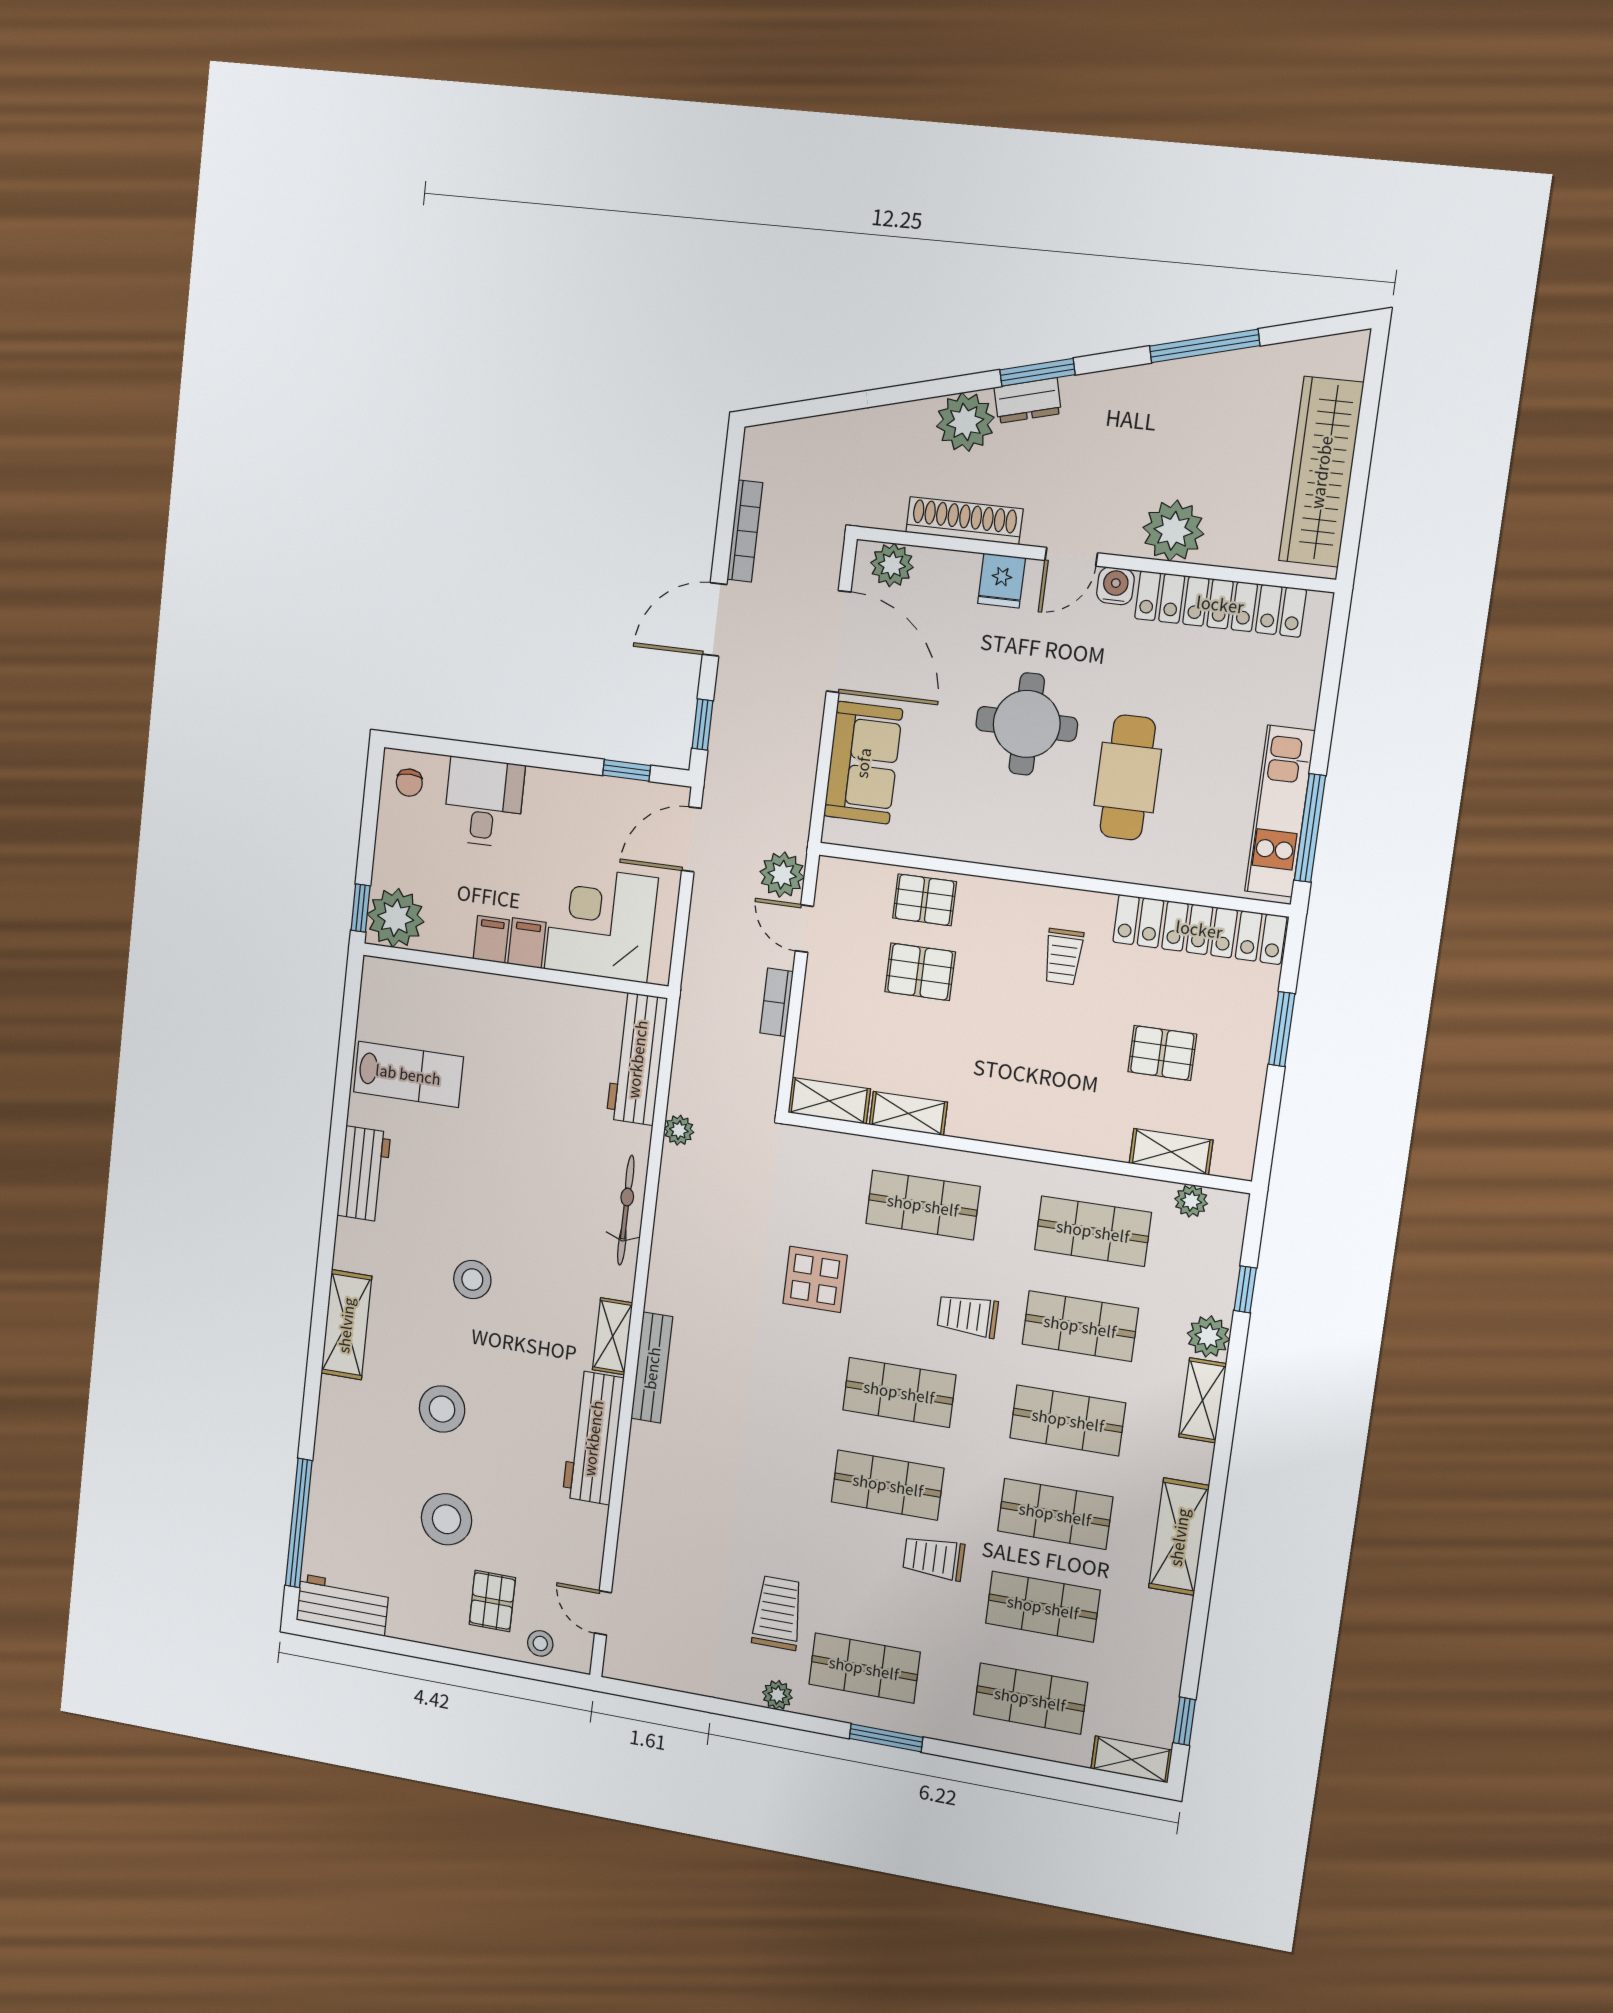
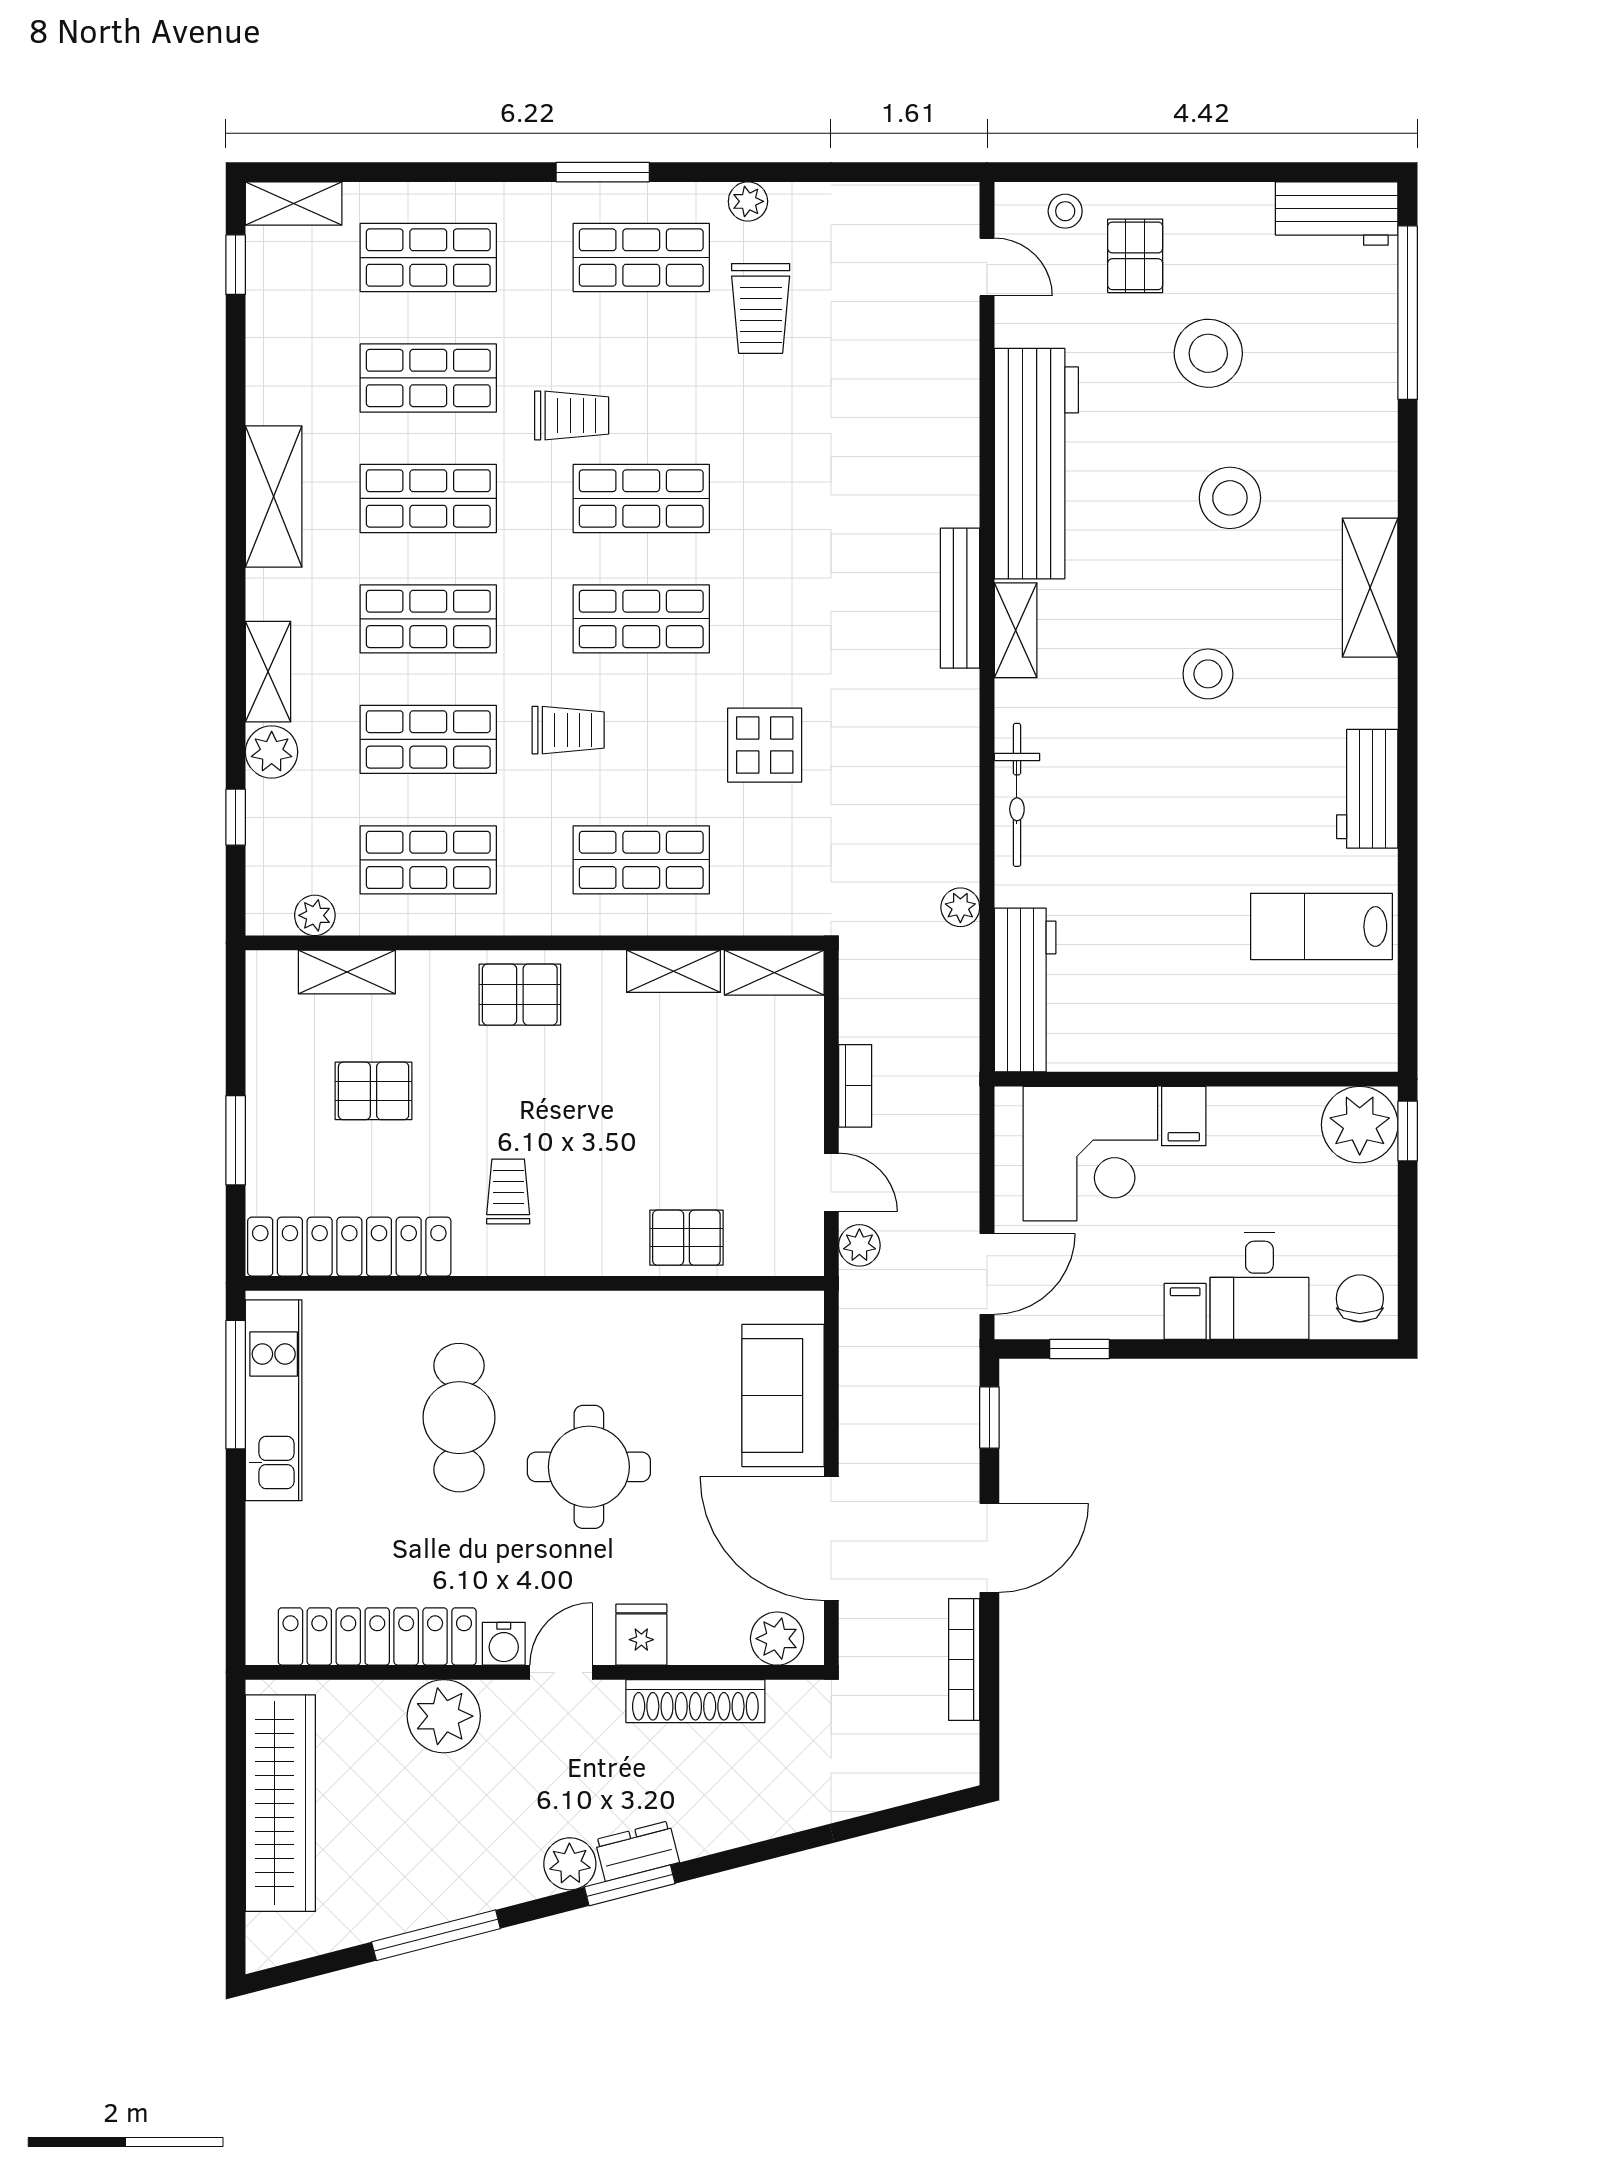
plant: (965, 422) -> (570, 1864), moved, width x0.73, depth x0.73
chair: (409, 783) -> (1360, 1298), width x1.37, depth x1.37
plant: (782, 875) -> (859, 1245), width x0.73, depth x0.73
filing cabinet: (491, 939) -> (1185, 1311), moved, turned 180
pallet: (920, 972) -> (520, 995), moved
workbench: (593, 1438) -> (1036, 464), width x1.36, depth x1.32

